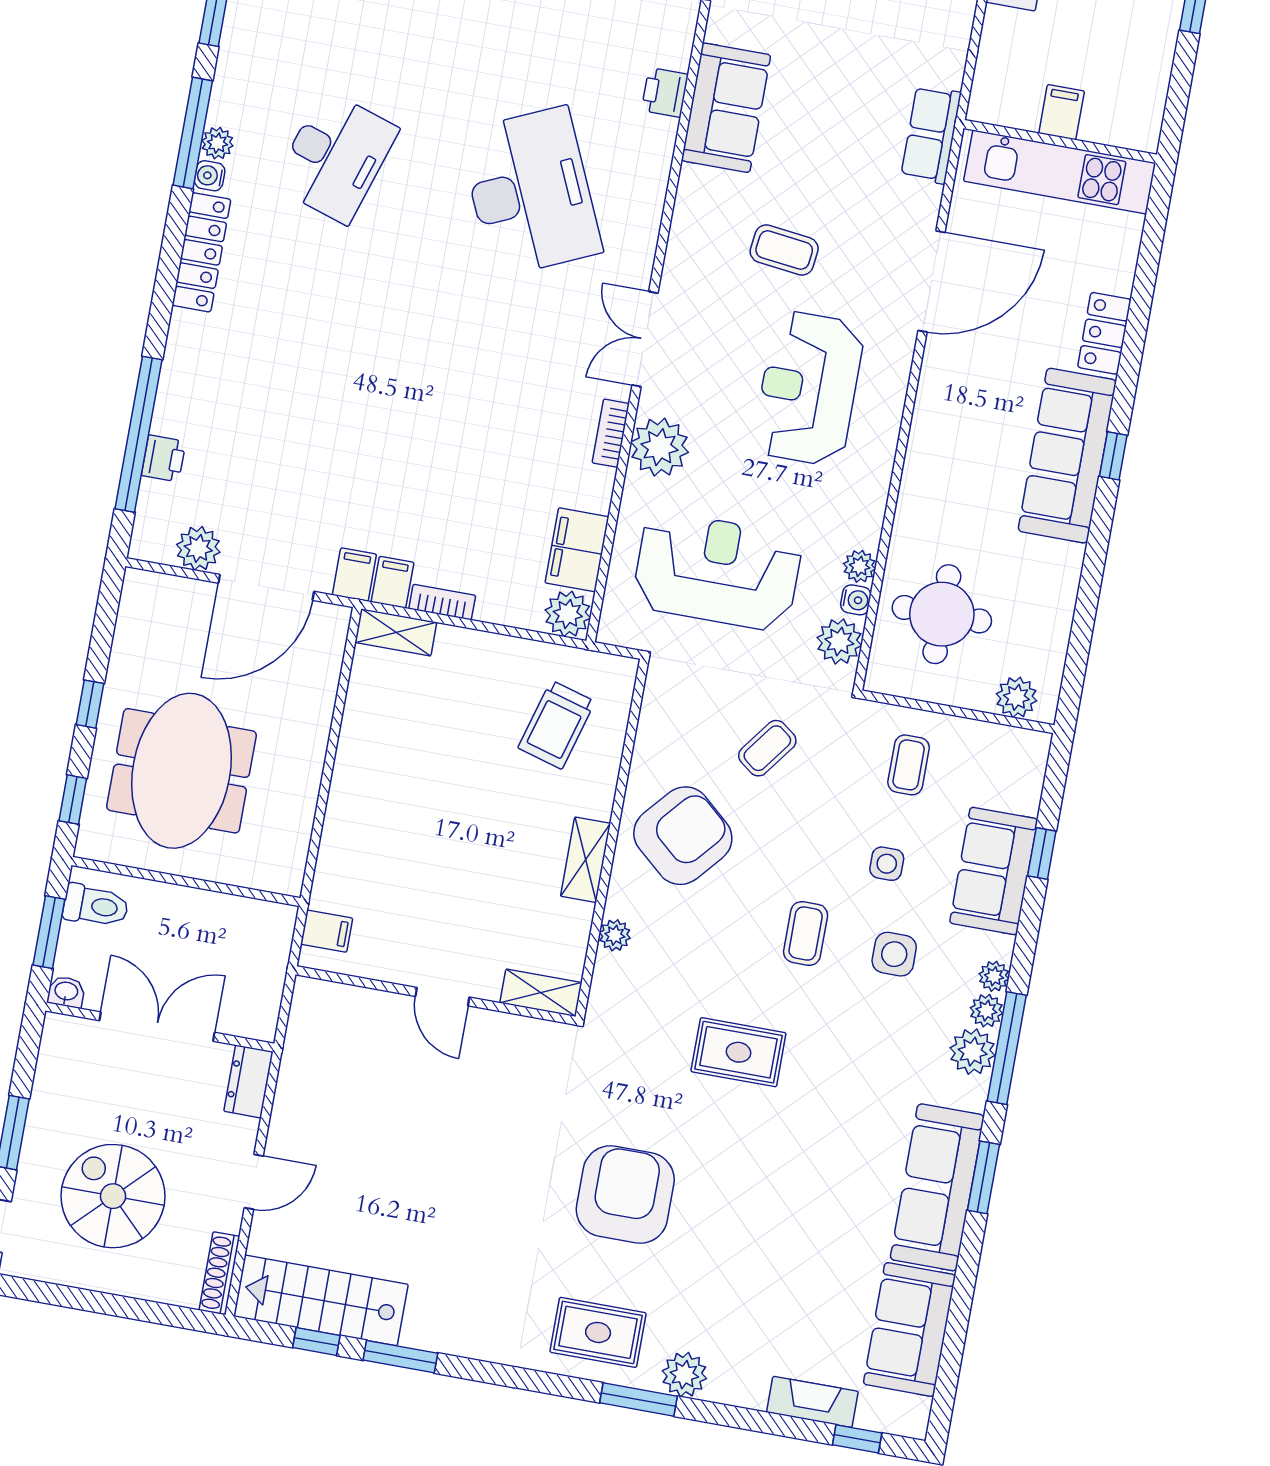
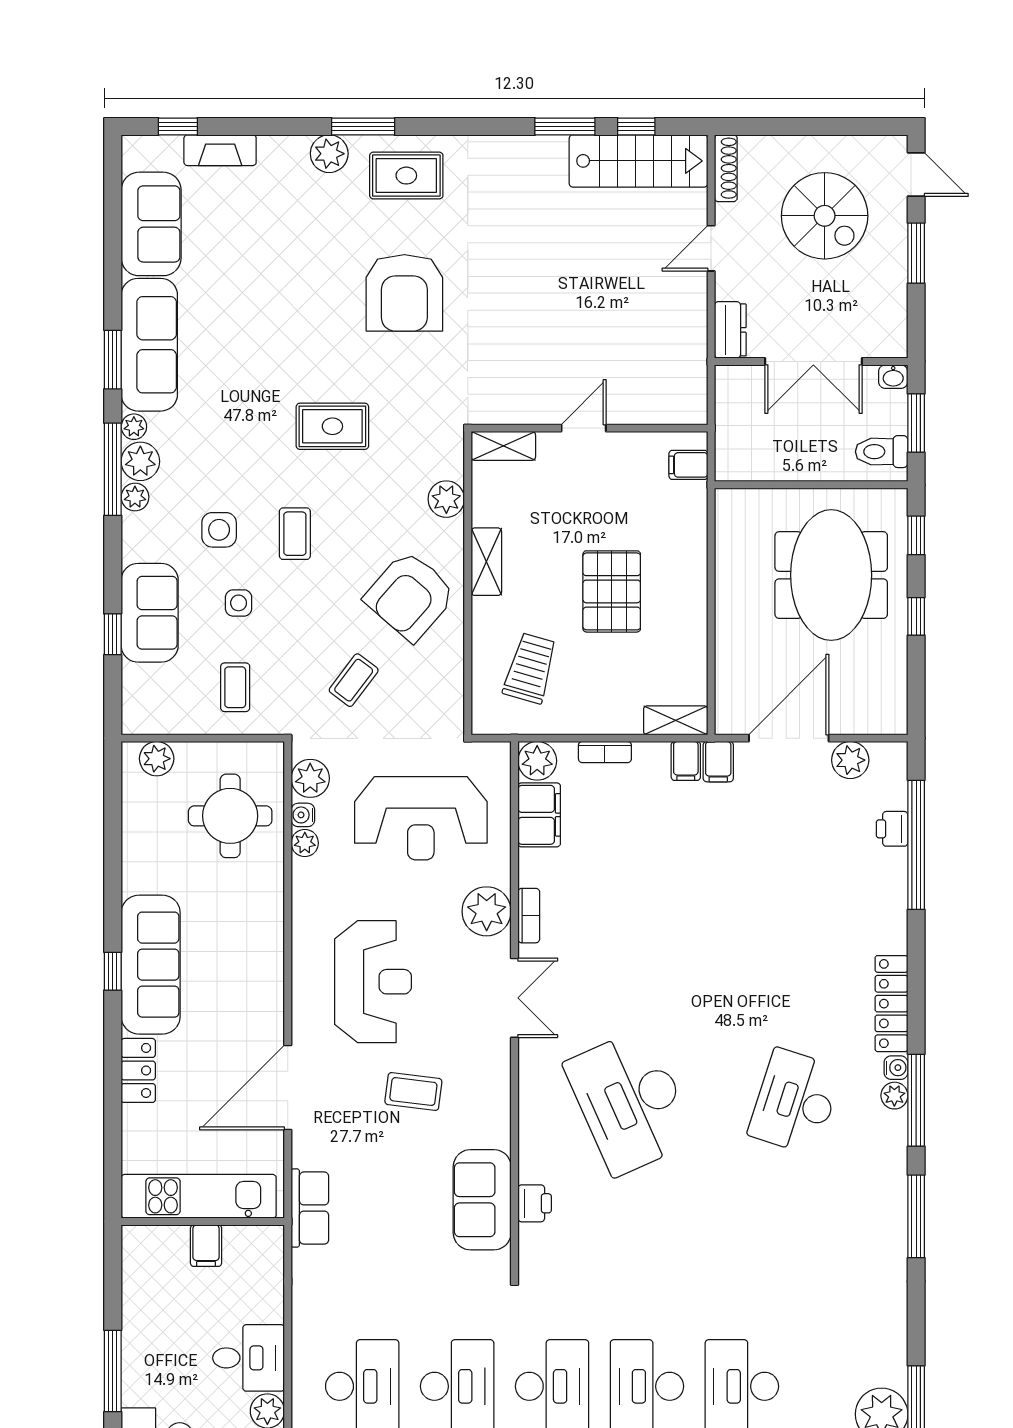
bookcase: (442, 602) -> (605, 752), moved
pallet: (444, 798) -> (612, 591), added
plant: (615, 935) -> (446, 499), width x1.38, depth x1.38
plant: (994, 976) -> (134, 427), moved
door: (442, 997) -> (584, 428), hinge flipped

